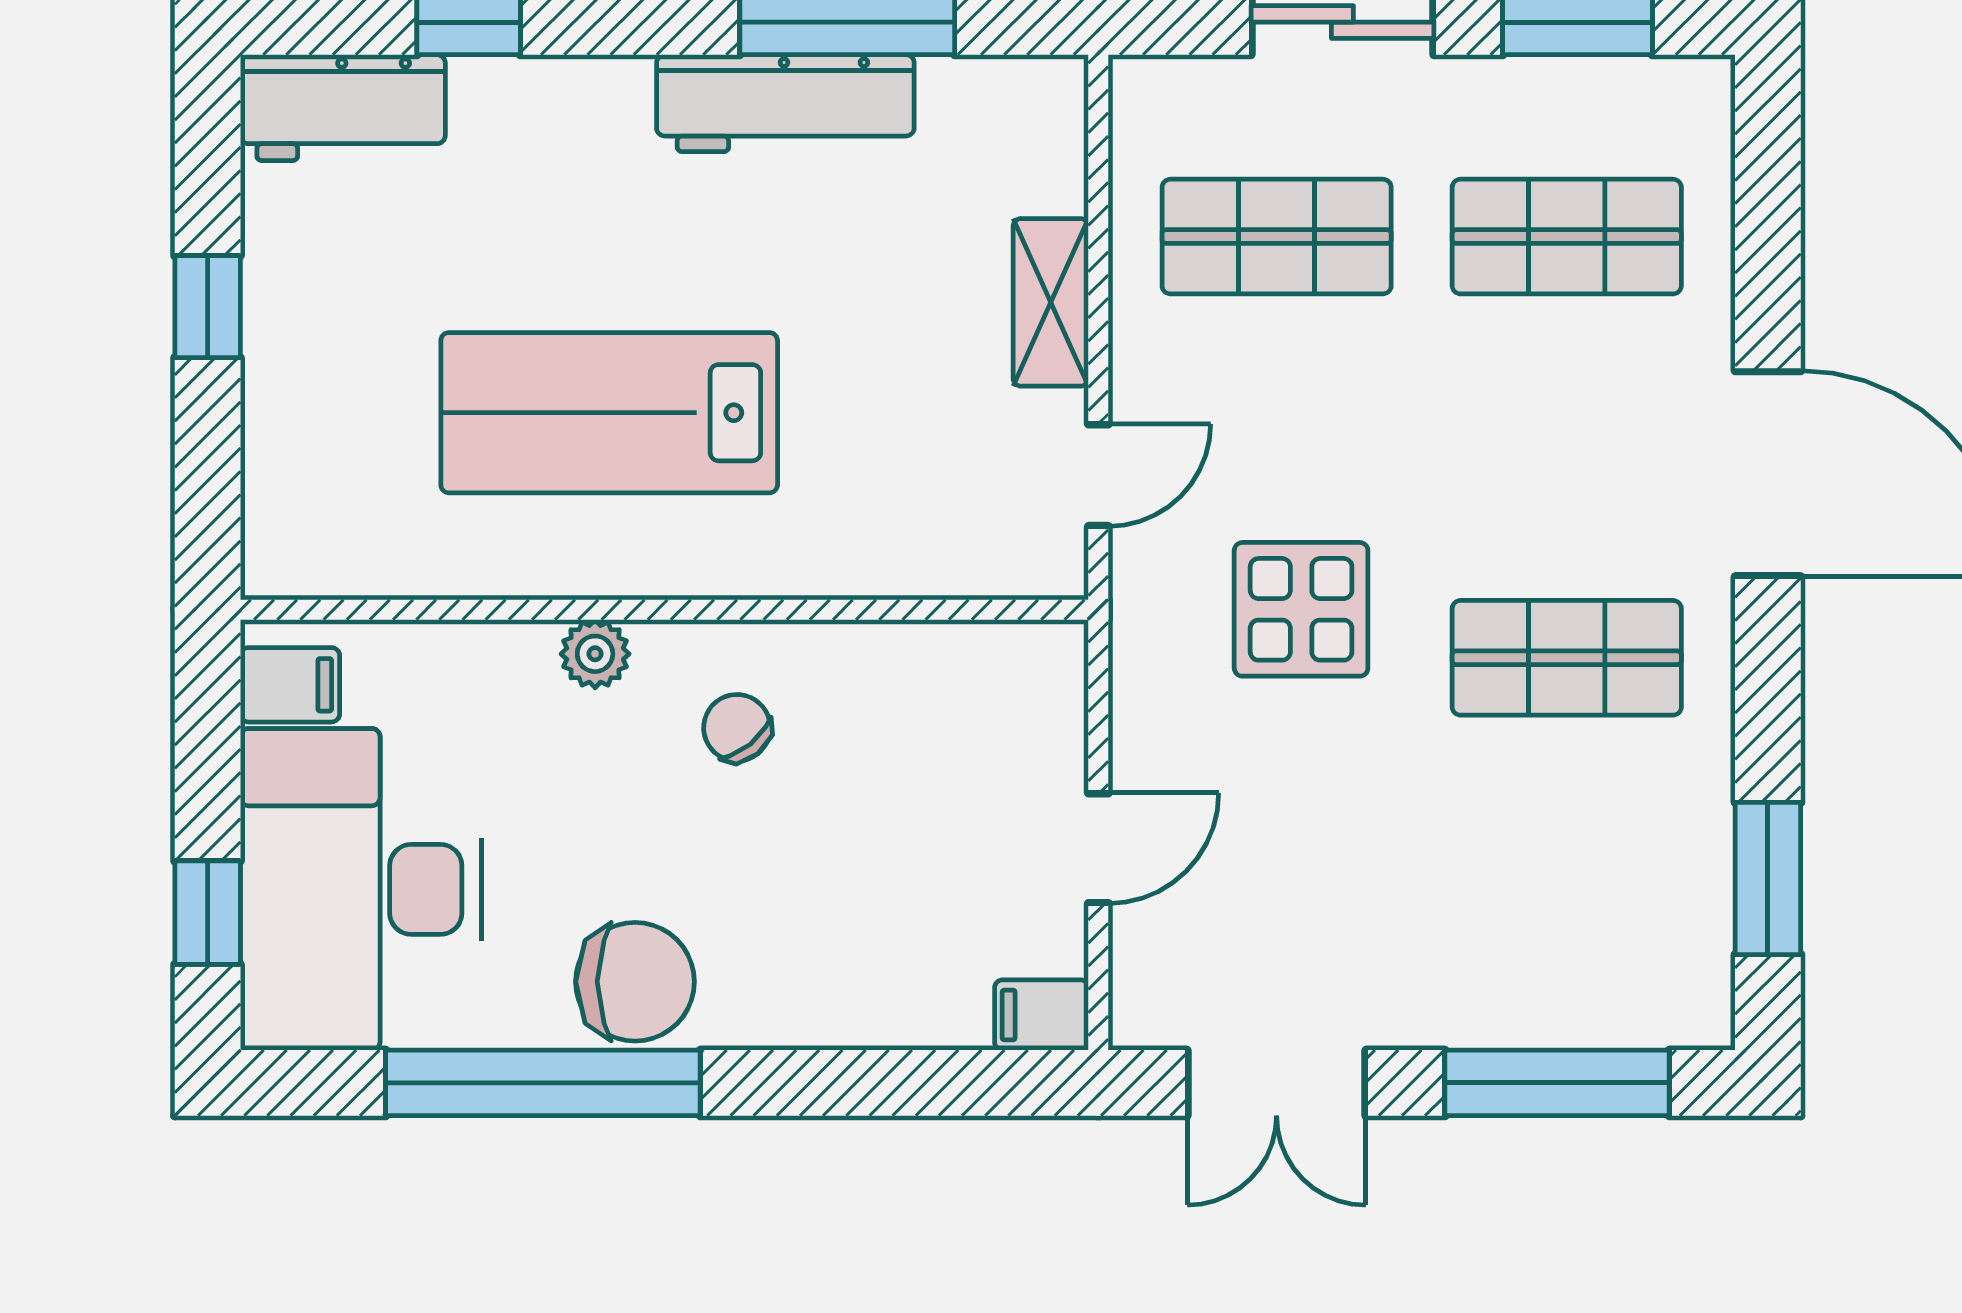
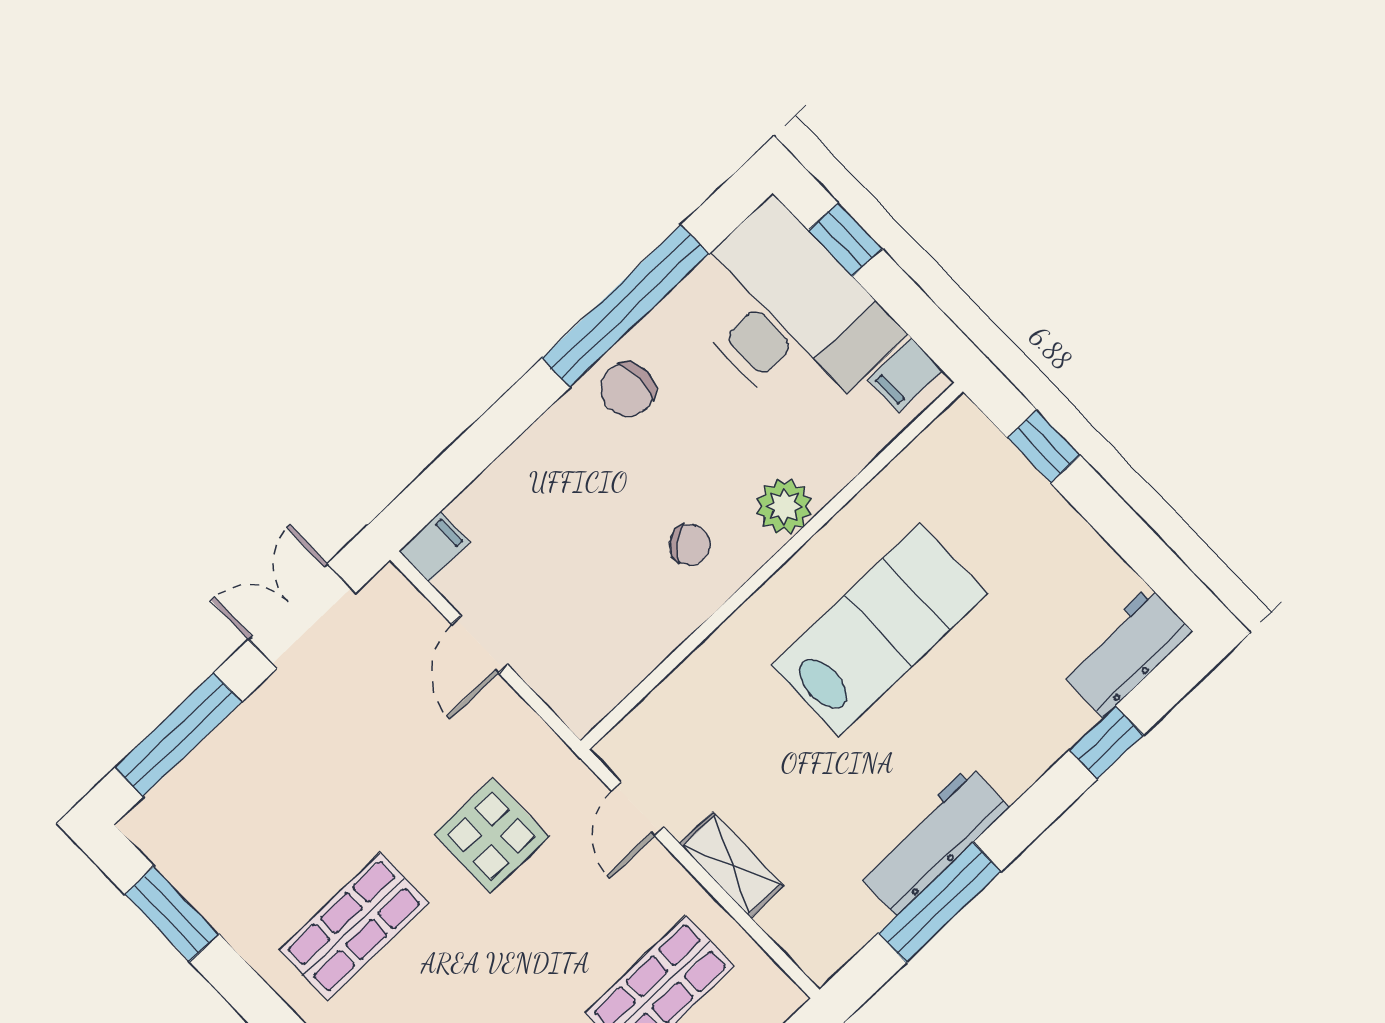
window: (208, 307) -> (1044, 447), moved
plant: (595, 654) -> (784, 506), width x1.38, depth x1.38
chair: (635, 982) -> (628, 390), width x0.73, depth x0.73

